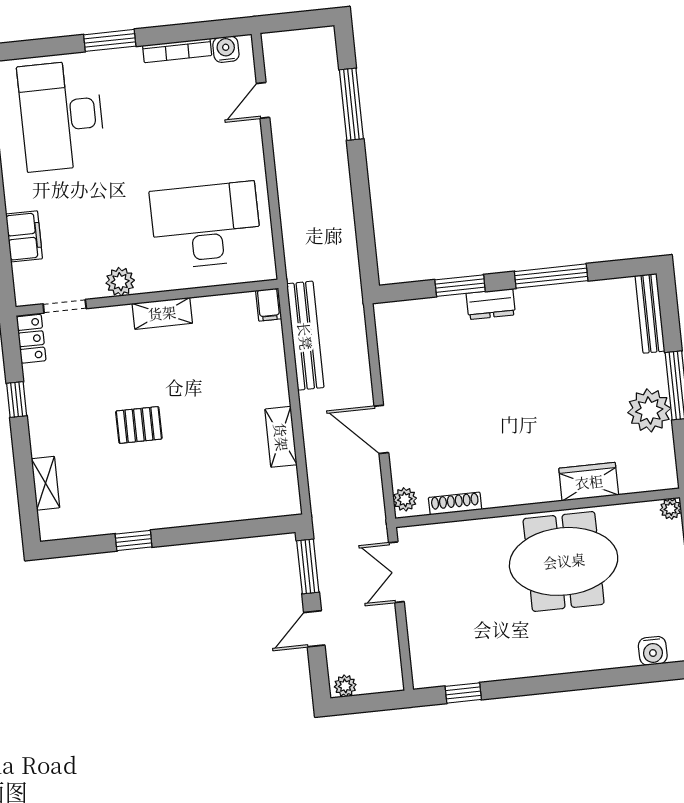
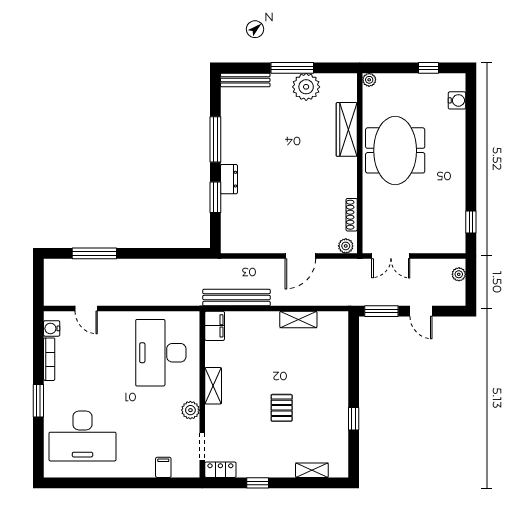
filing cabinet: (24, 236) -> (163, 467), width x0.50
filing cabinet: (269, 305) -> (215, 326), width x2.00
wardrobe: (589, 482) -> (347, 129), width x1.50
plant: (345, 686) -> (459, 274), moved

